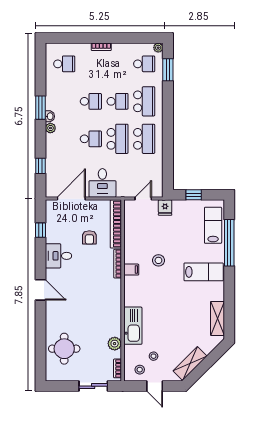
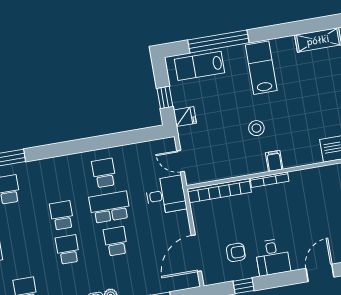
school desk: (144, 101) -> (56, 181), removed
school desk: (144, 139) -> (104, 173), width x0.54
desk: (102, 183) -> (166, 195), moved
door: (71, 199) -> (196, 253), hinge flipped
fridge: (165, 208) -> (185, 117), moved
armchair: (89, 237) -> (236, 252), moved

